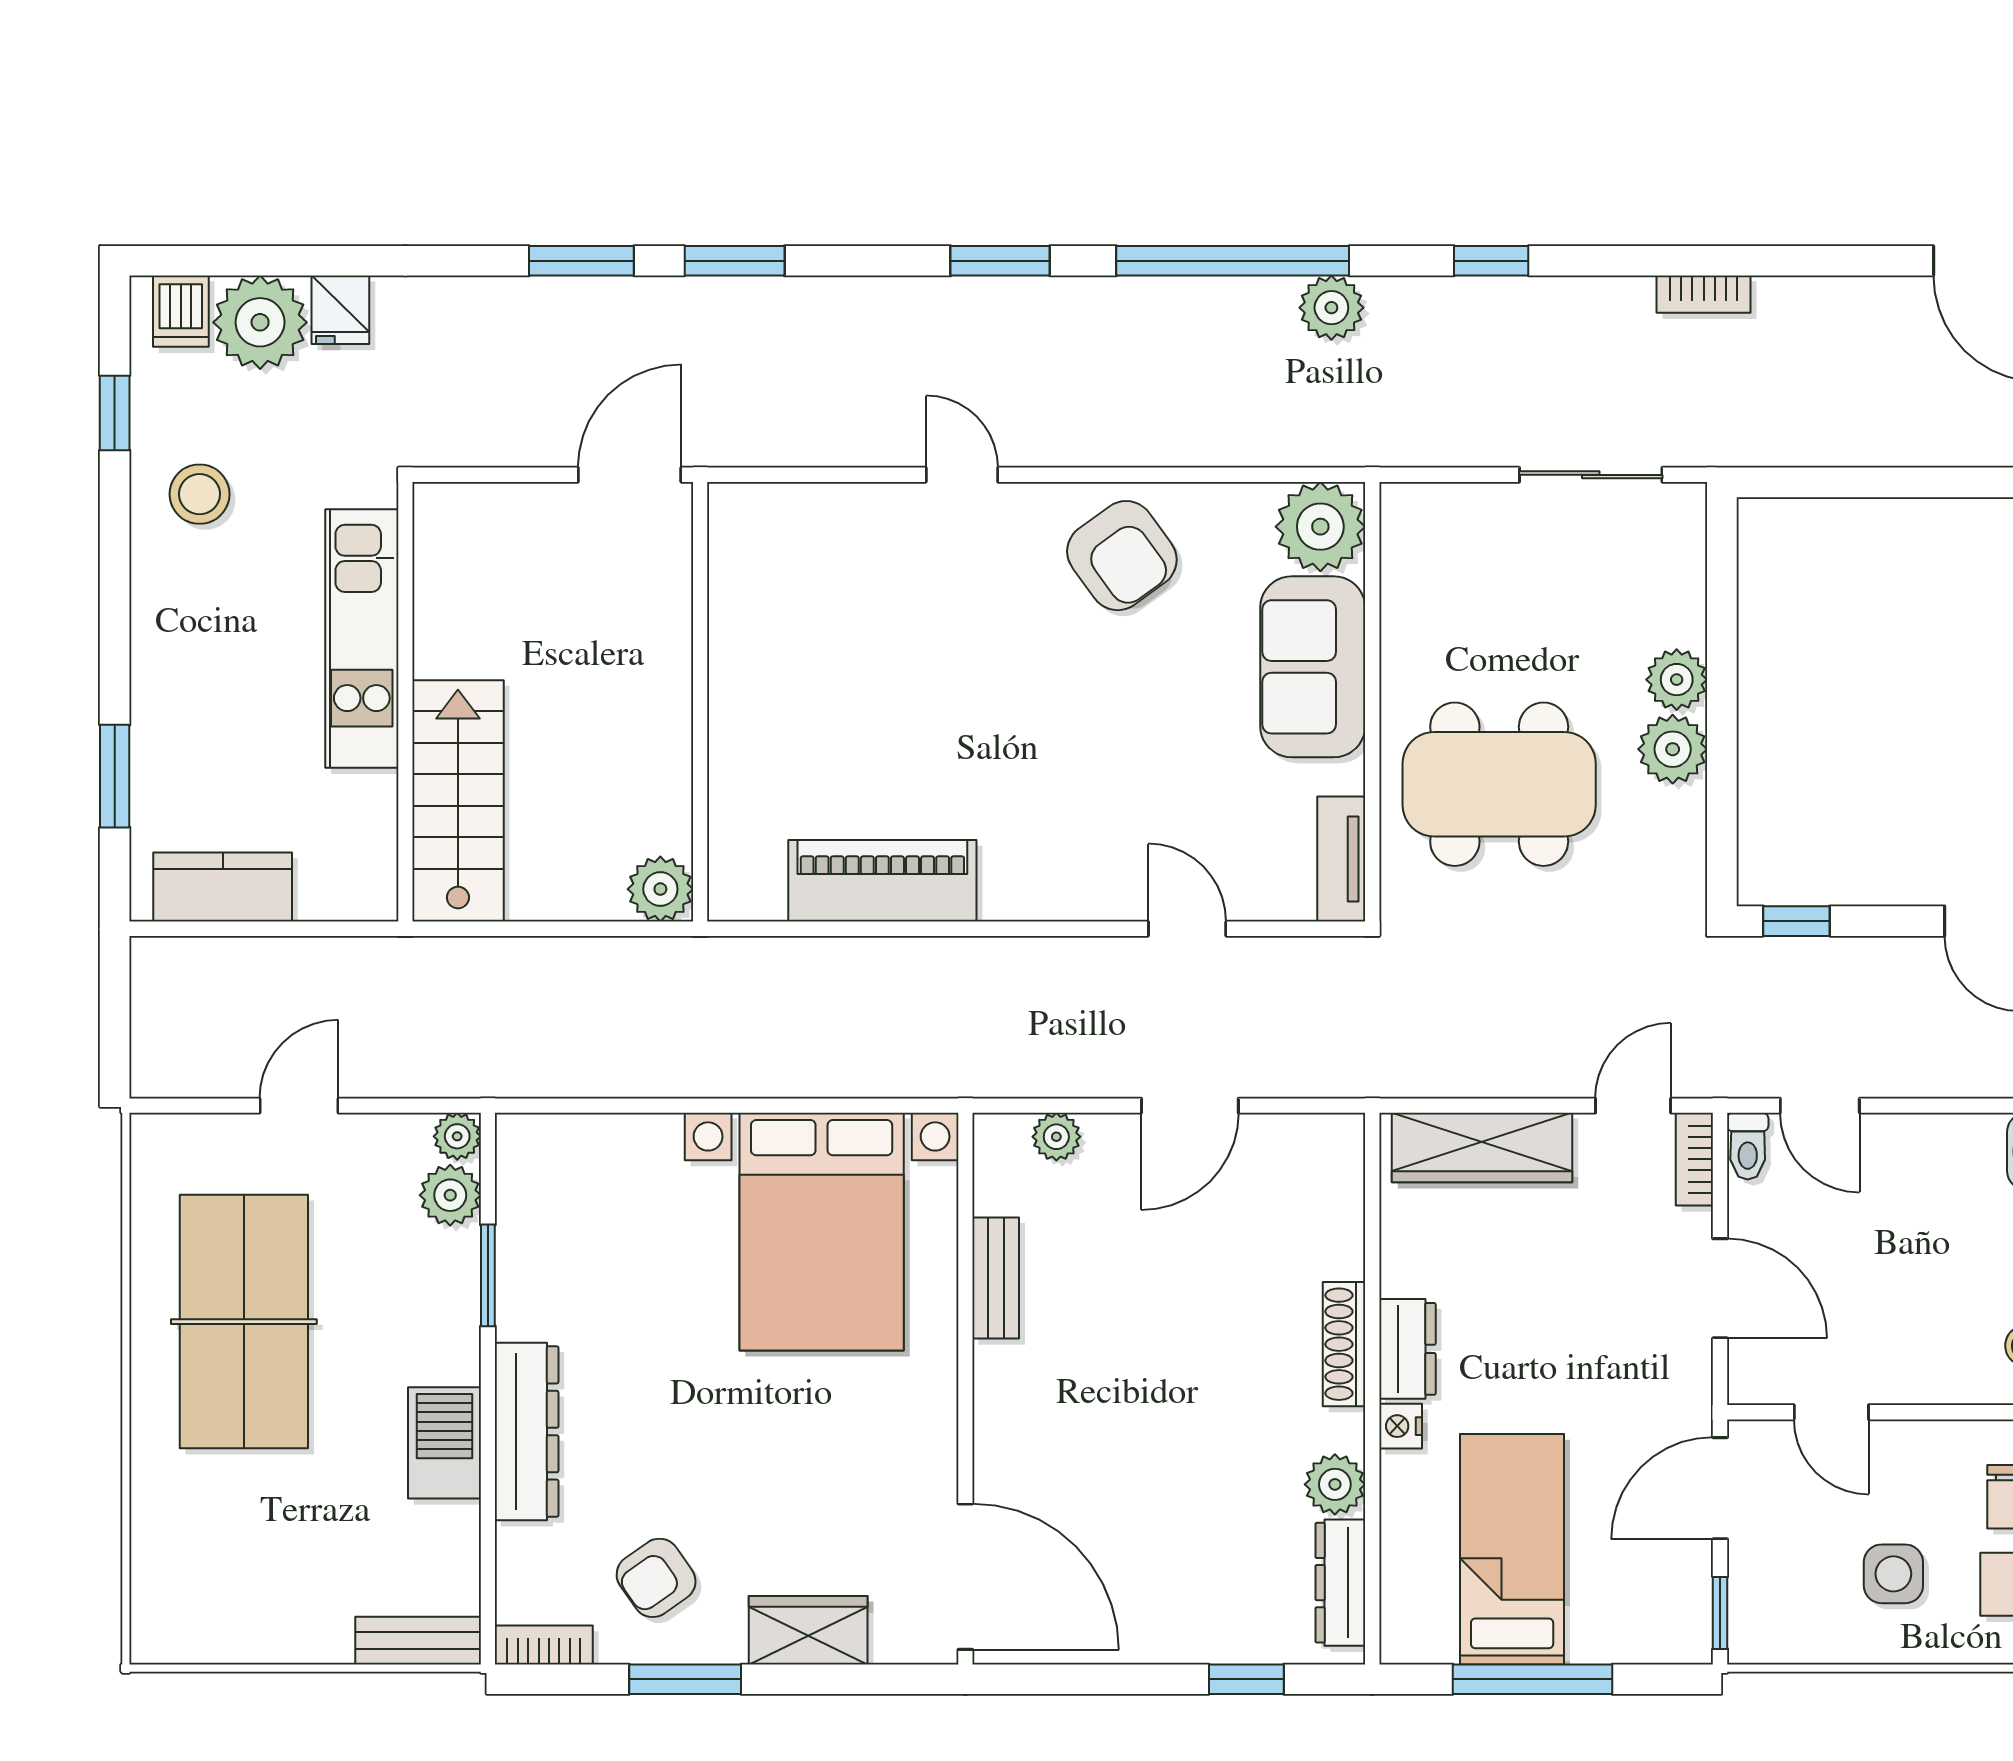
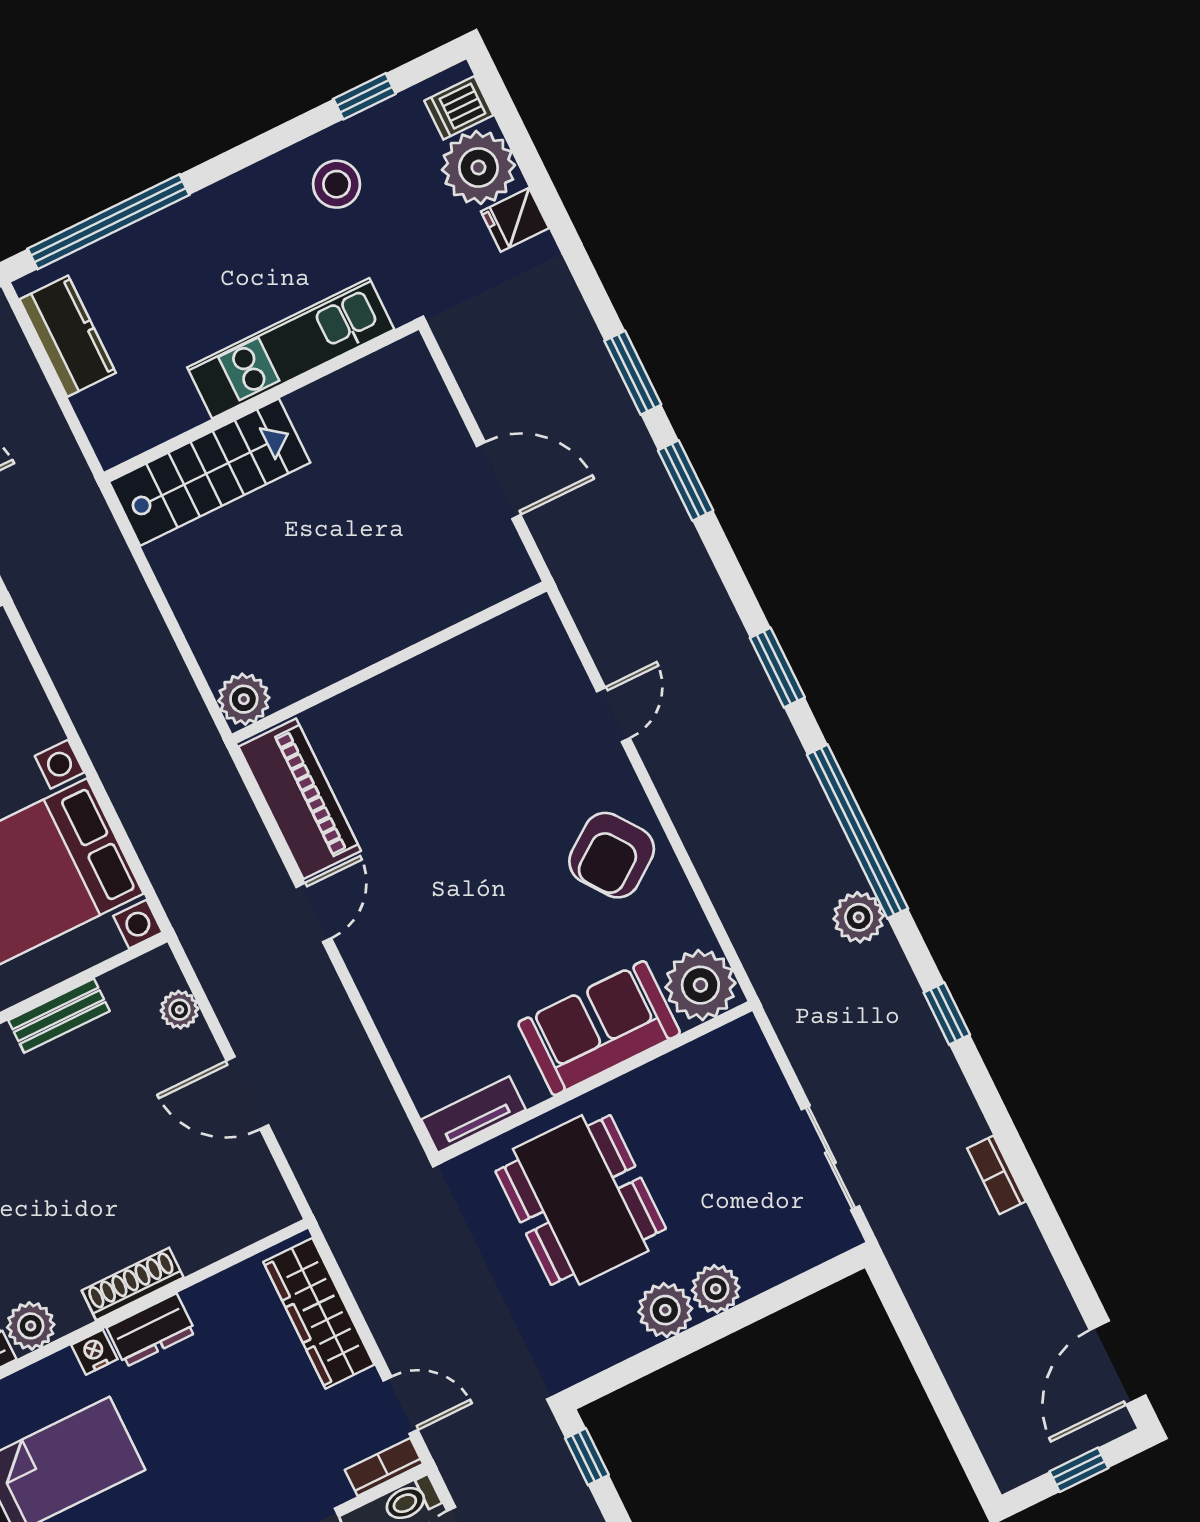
wall: (700, 702) -> (389, 663), moved
window: (115, 776) -> (109, 222), width x2.11
plant: (660, 889) -> (244, 699), moved
door: (1187, 929) -> (314, 913), moved

